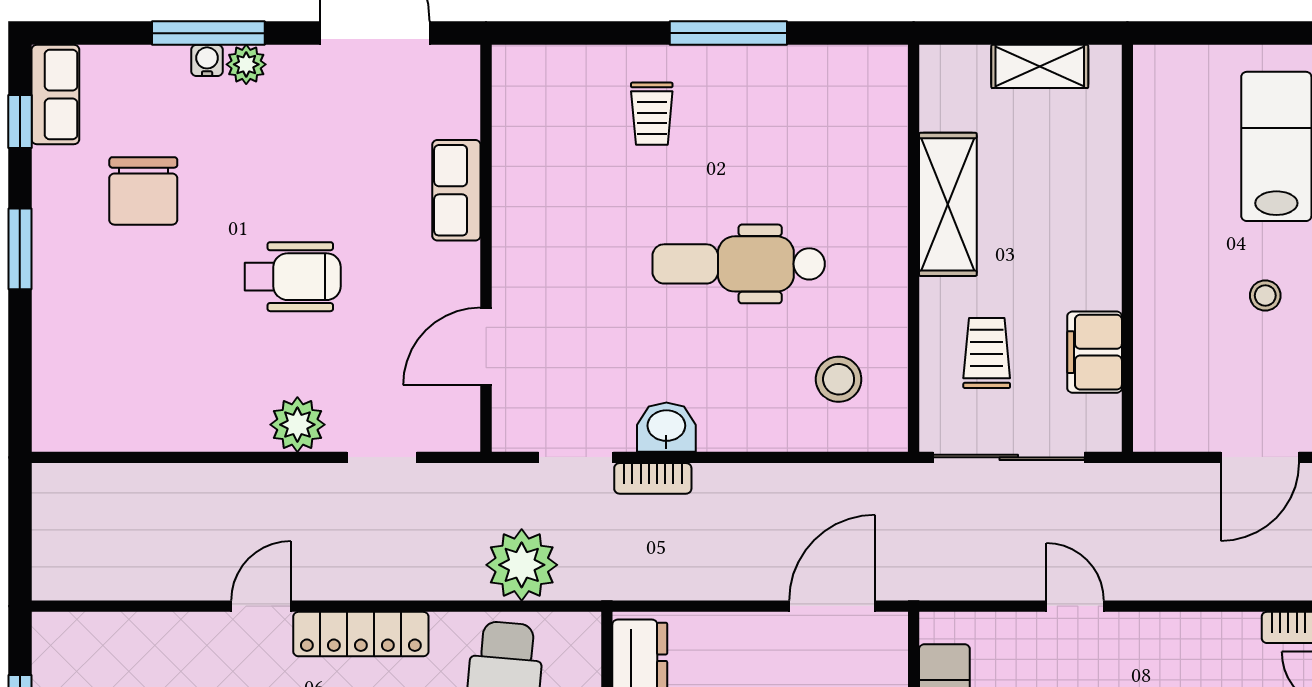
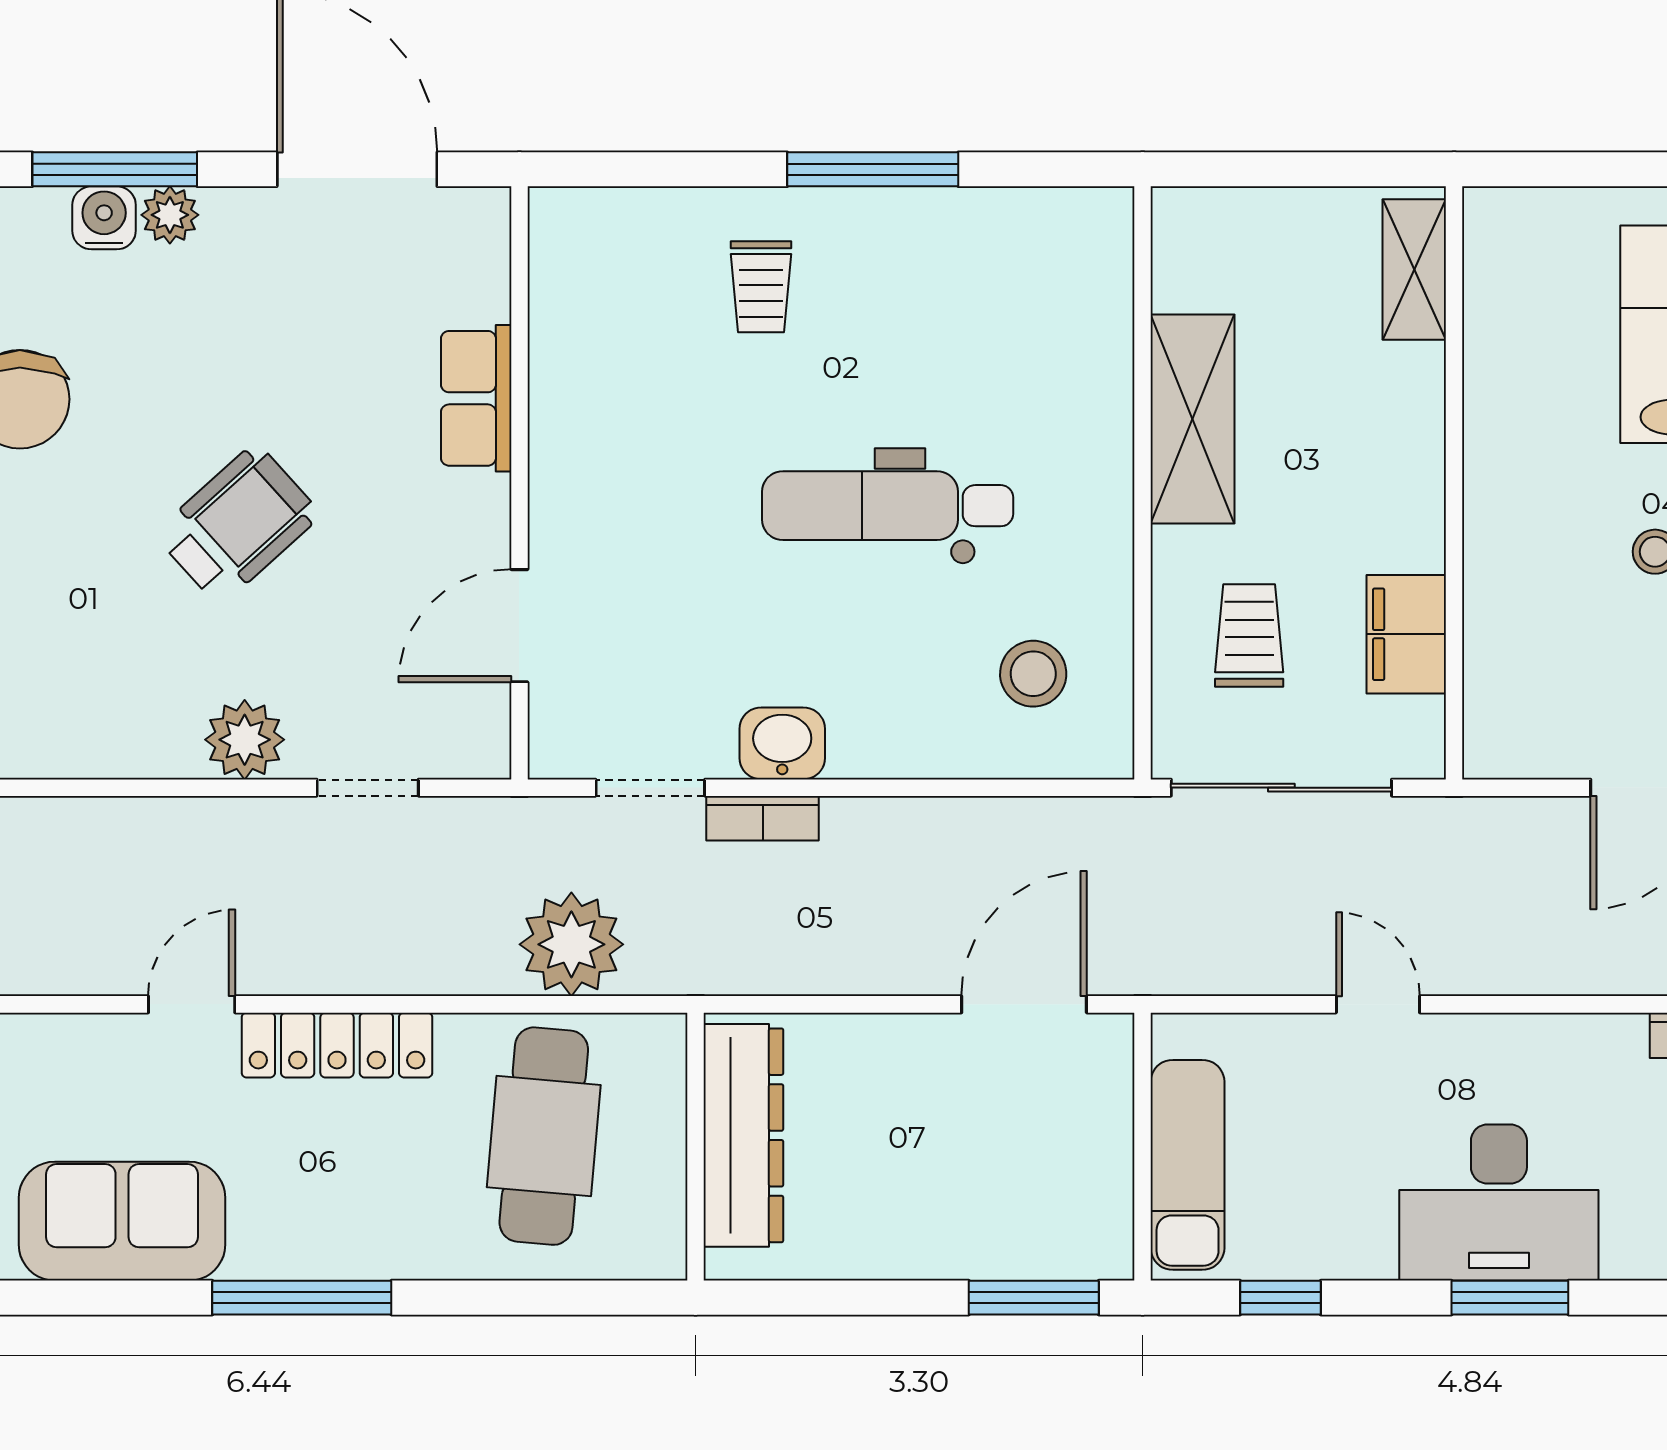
water cooler: (207, 60) -> (104, 218), width x1.38, depth x1.38
shelving: (1040, 66) -> (1414, 270), moved, turned 90
wheelchair: (293, 277) -> (238, 524), turned -42

